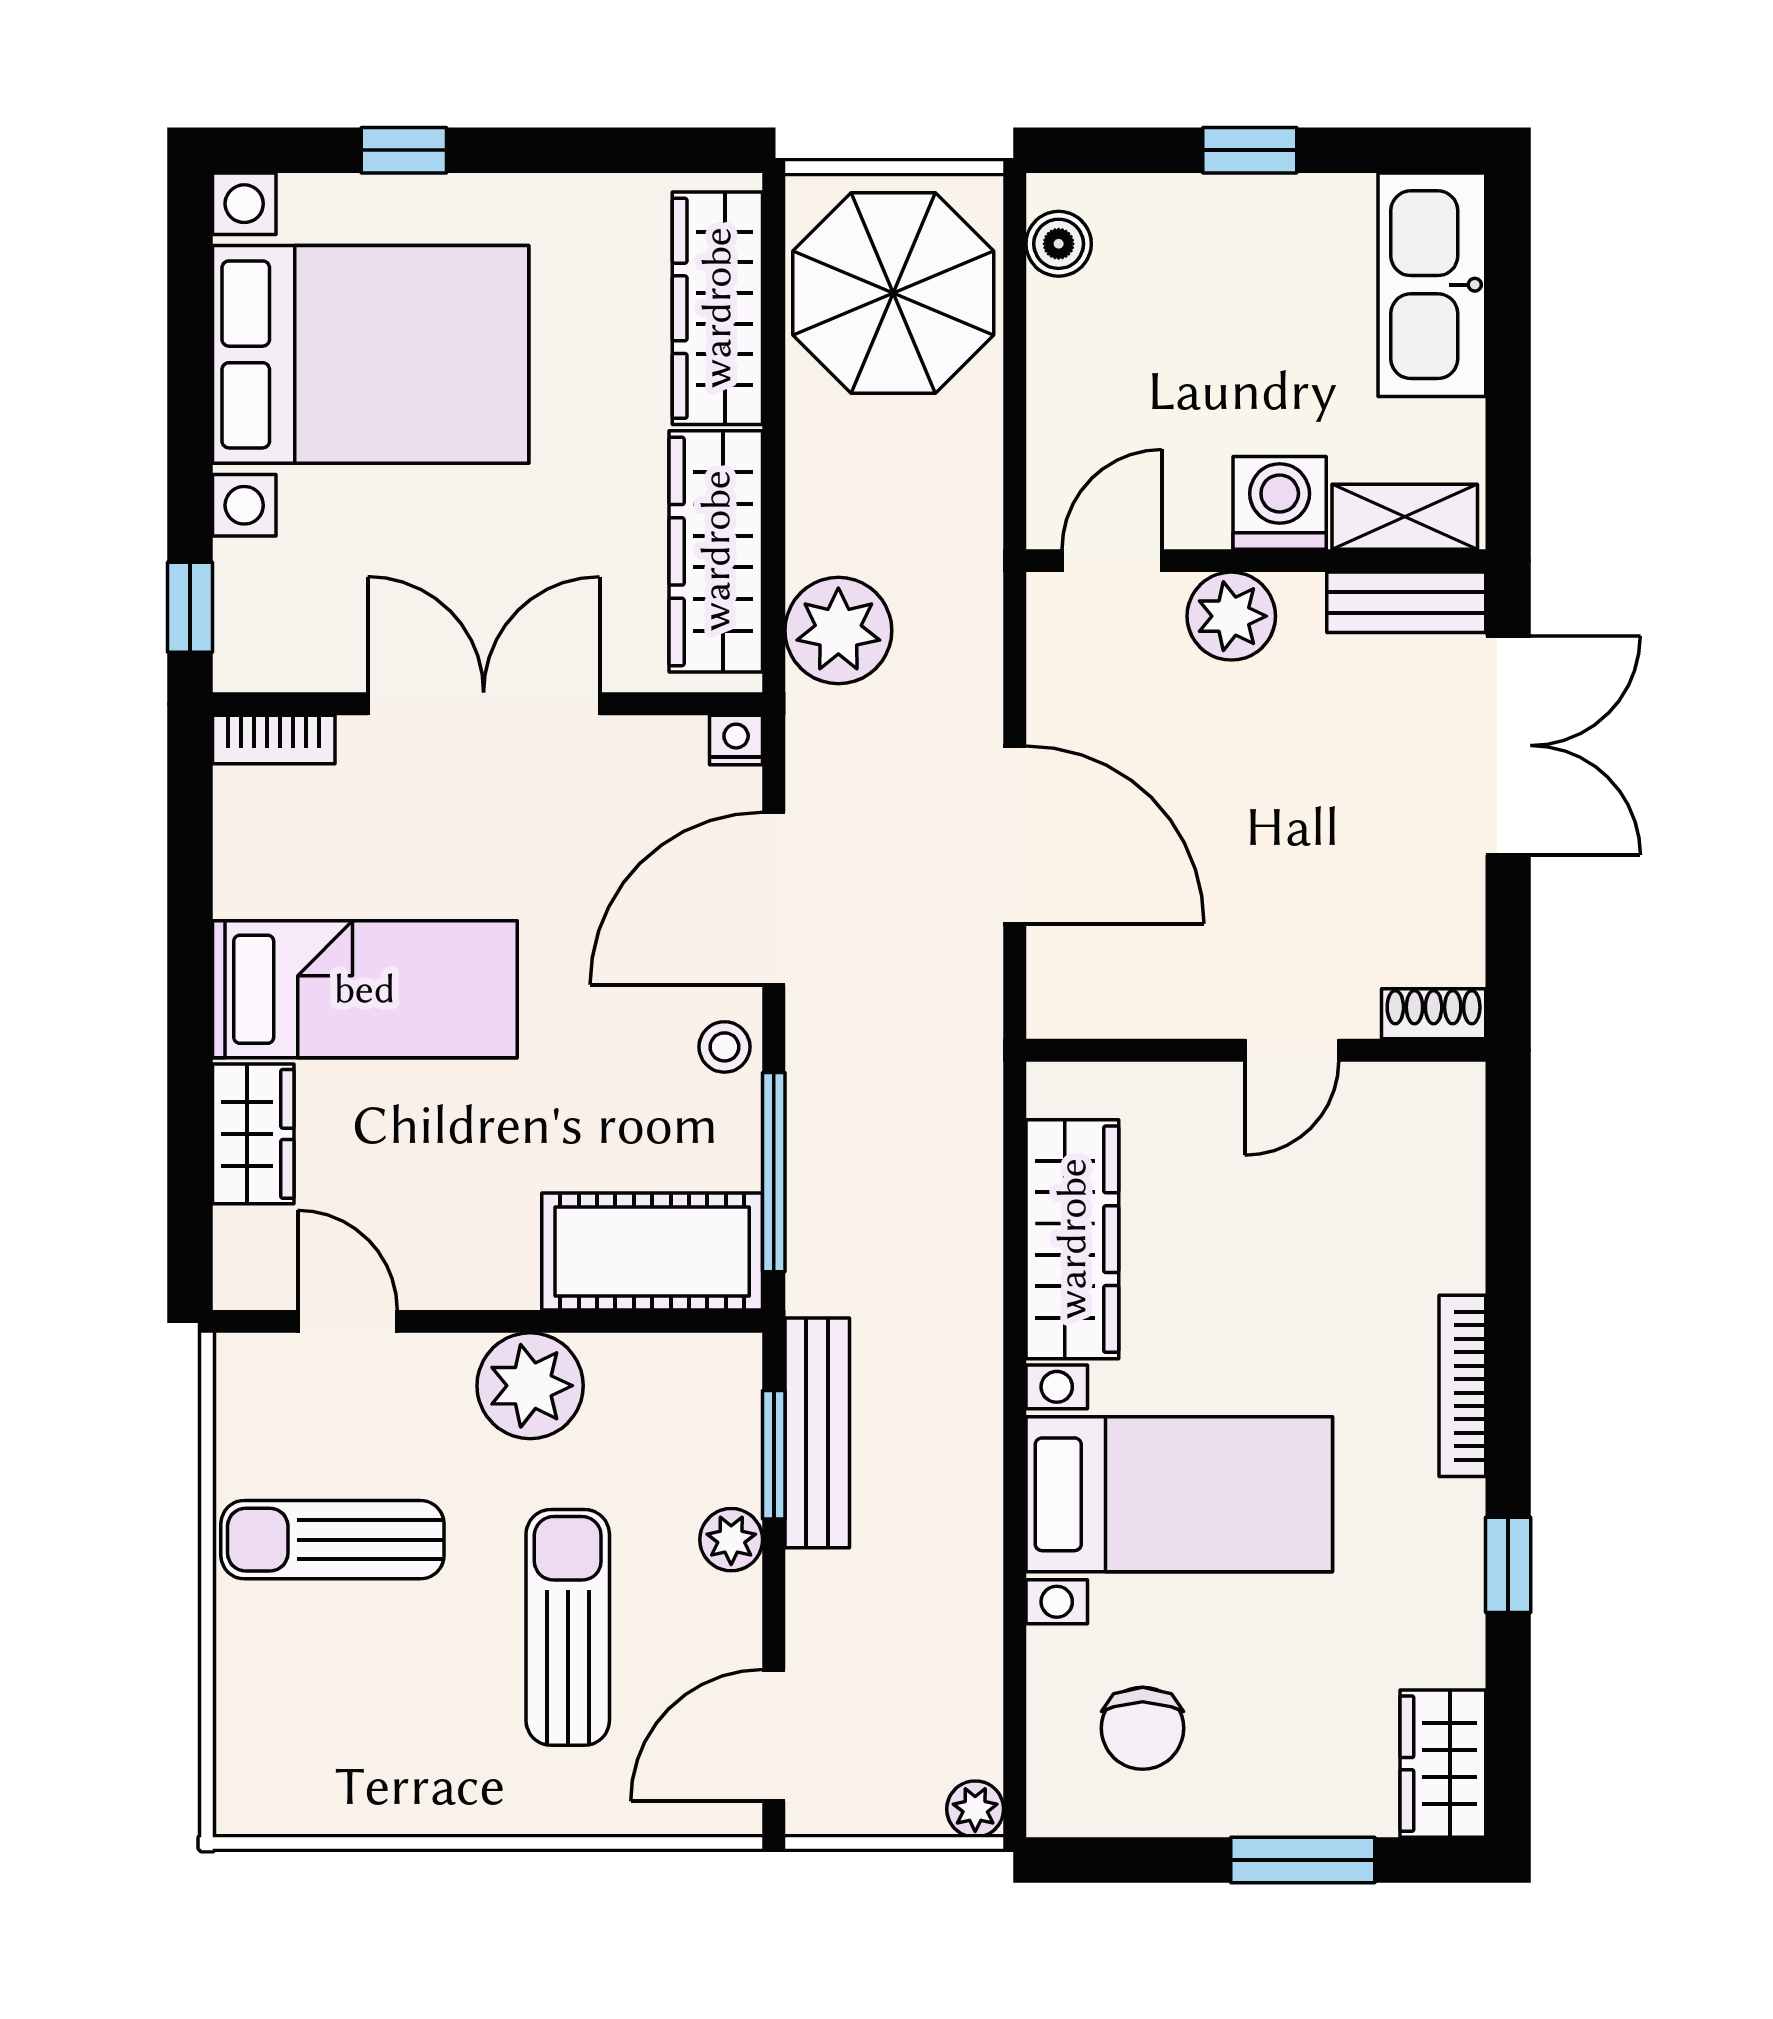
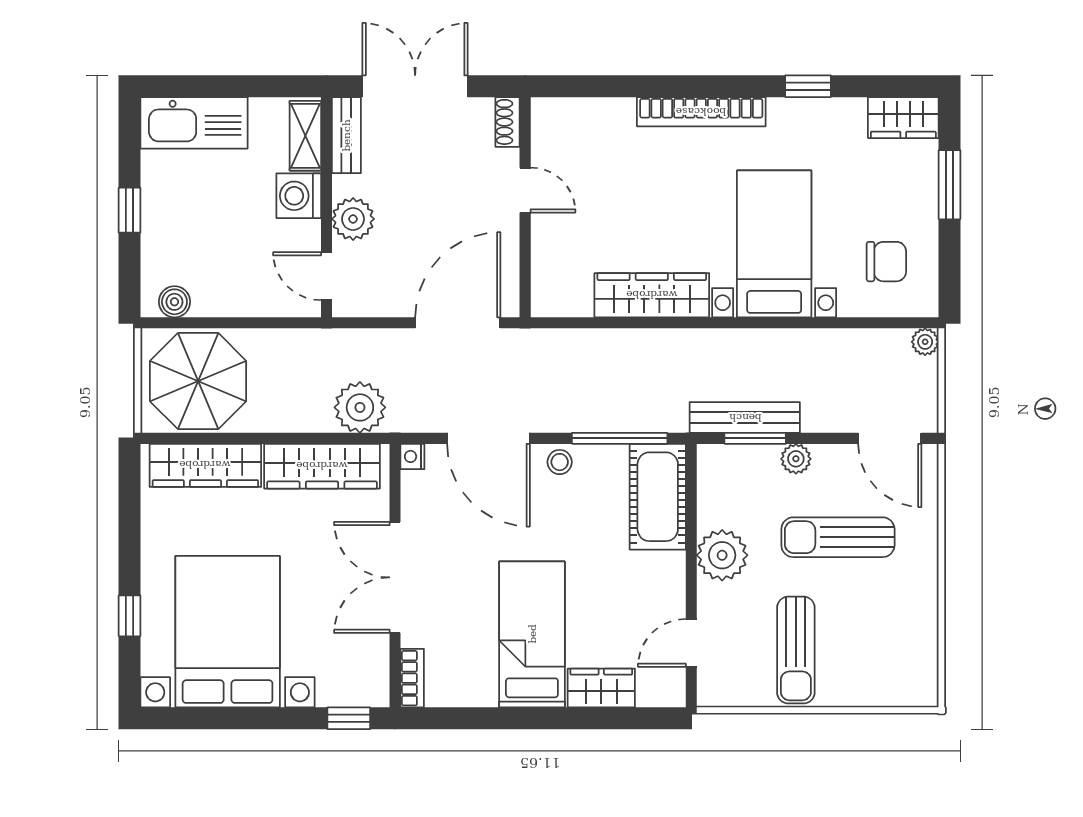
shoe rack: (1434, 1014) -> (508, 122), moved
wall: (1256, 1050) -> (525, 207), moved
door: (1292, 1050) -> (525, 190), moved
bookcase: (1462, 1386) -> (701, 112), width x1.48, depth x1.31

